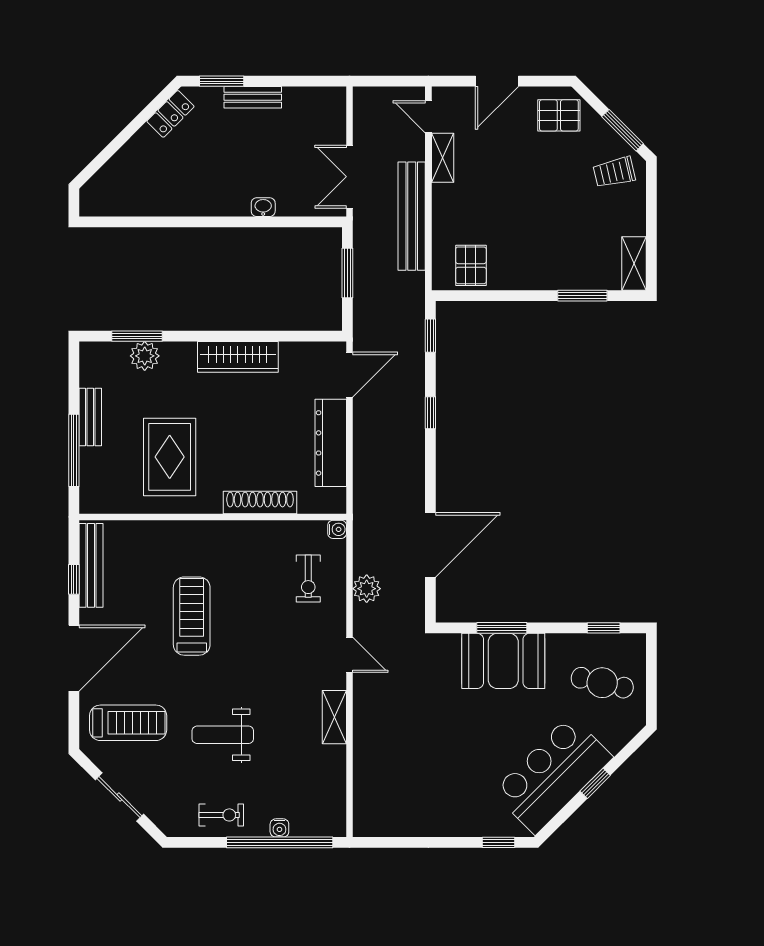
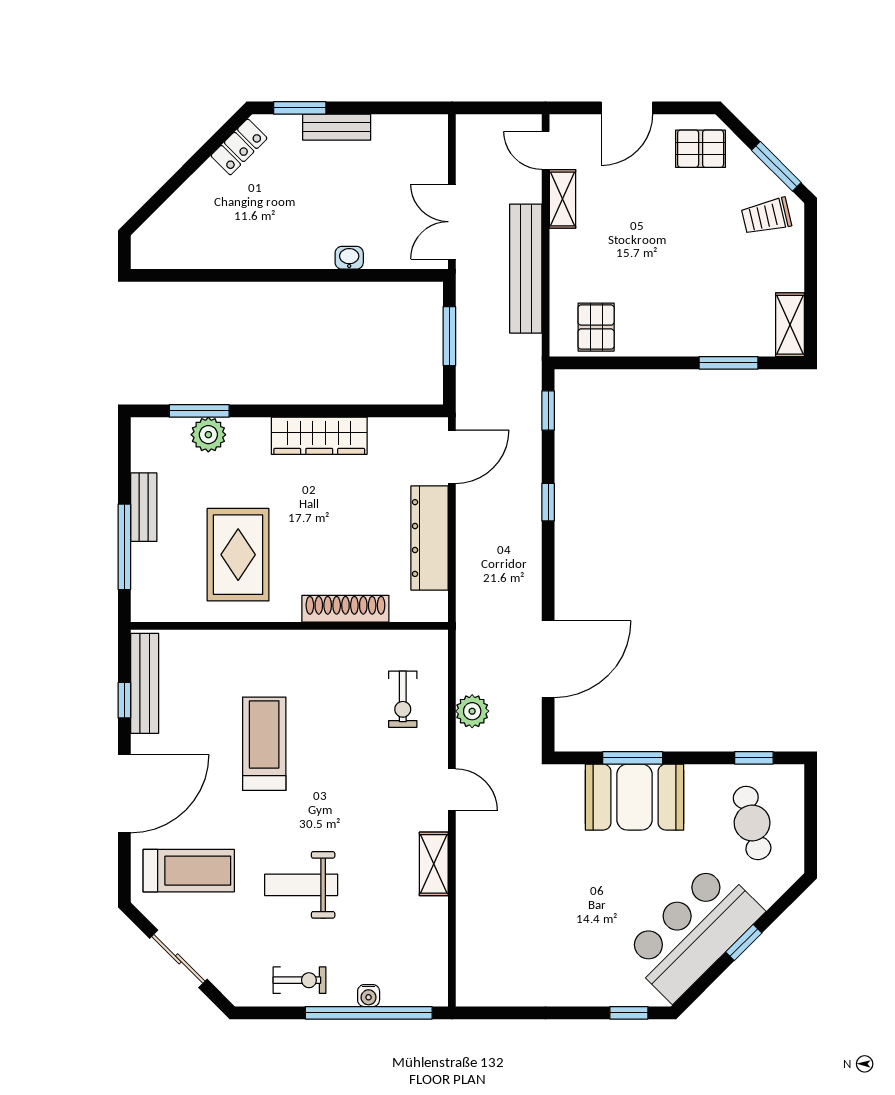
water cooler: (337, 529) -> (437, 641), removed
cafe table: (602, 683) -> (752, 823), turned 63

